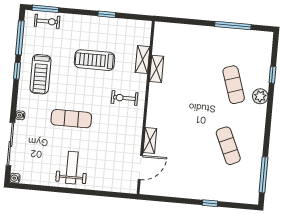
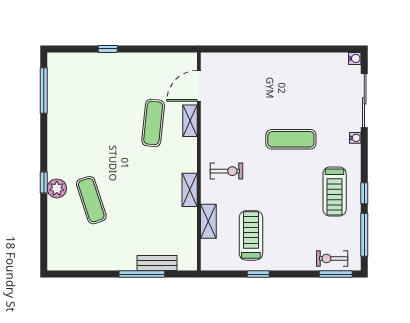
window: (233, 26) -> (142, 274), moved
bench: (186, 30) -> (157, 263), added
treadmill: (95, 60) -> (251, 235), moved, turned -90
shelving: (157, 69) -> (190, 190), moved
treadmill: (40, 74) -> (335, 192), turned 180
window: (272, 75) -> (44, 182), moved
exercise mat: (228, 146) -> (153, 123), moved, turned 30
weight bench: (72, 168) -> (285, 78), removed

